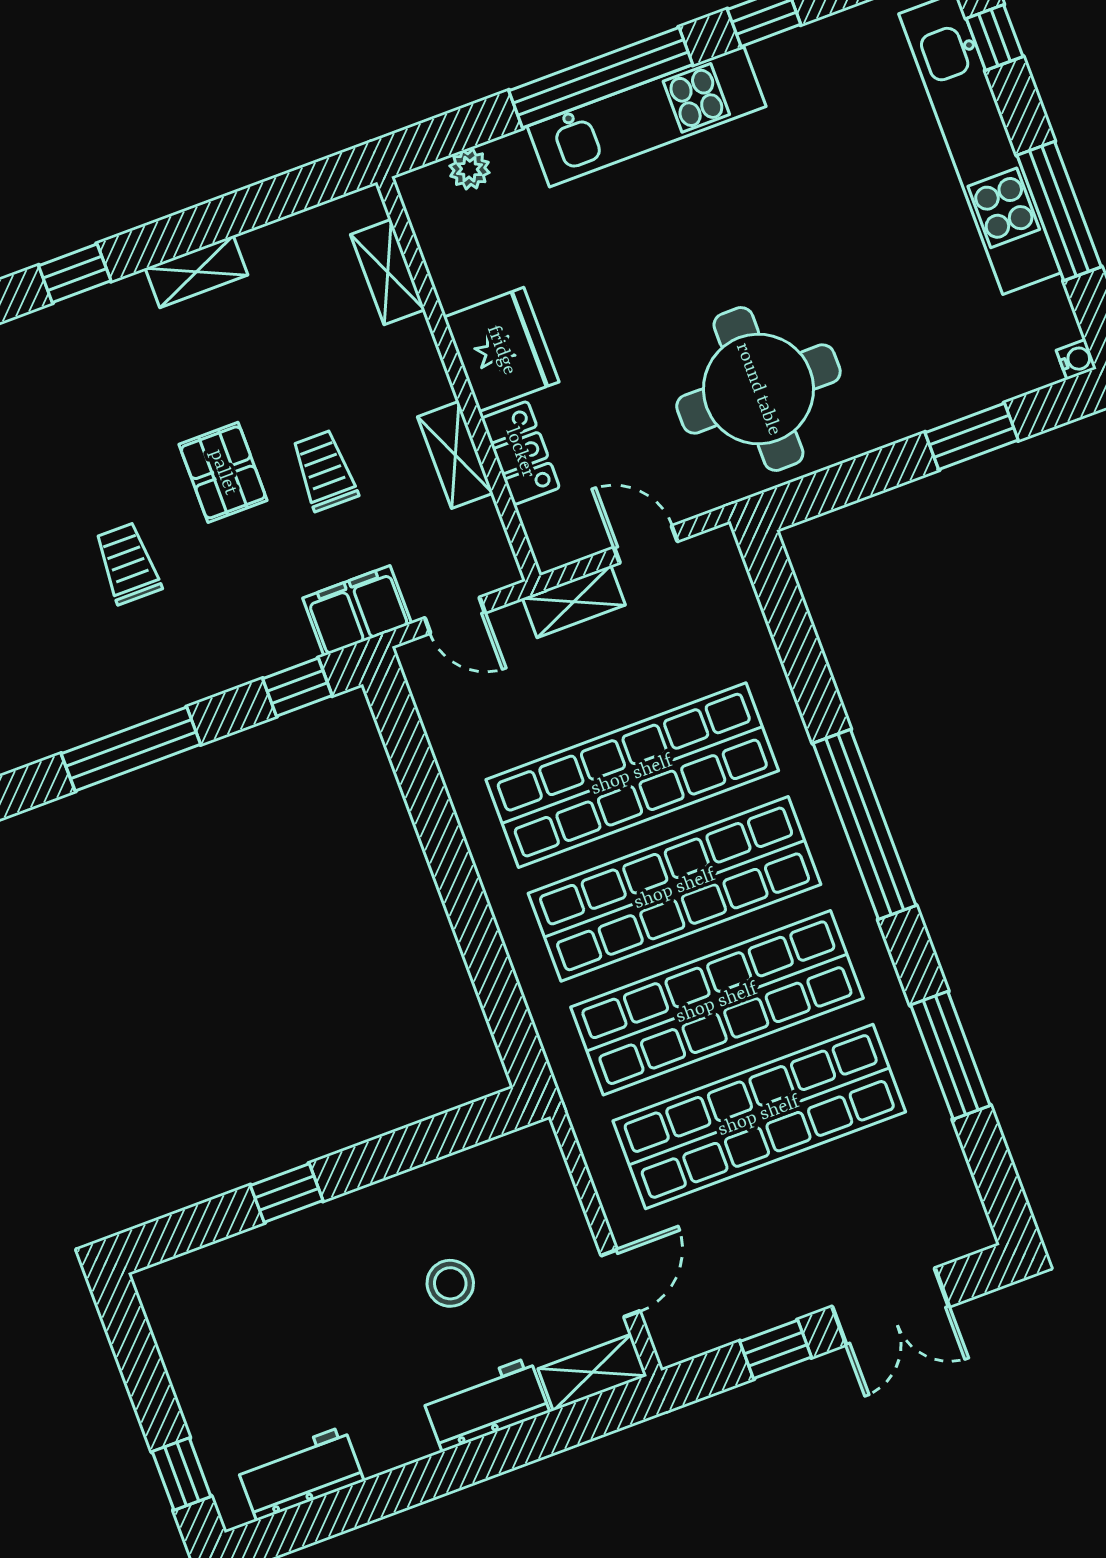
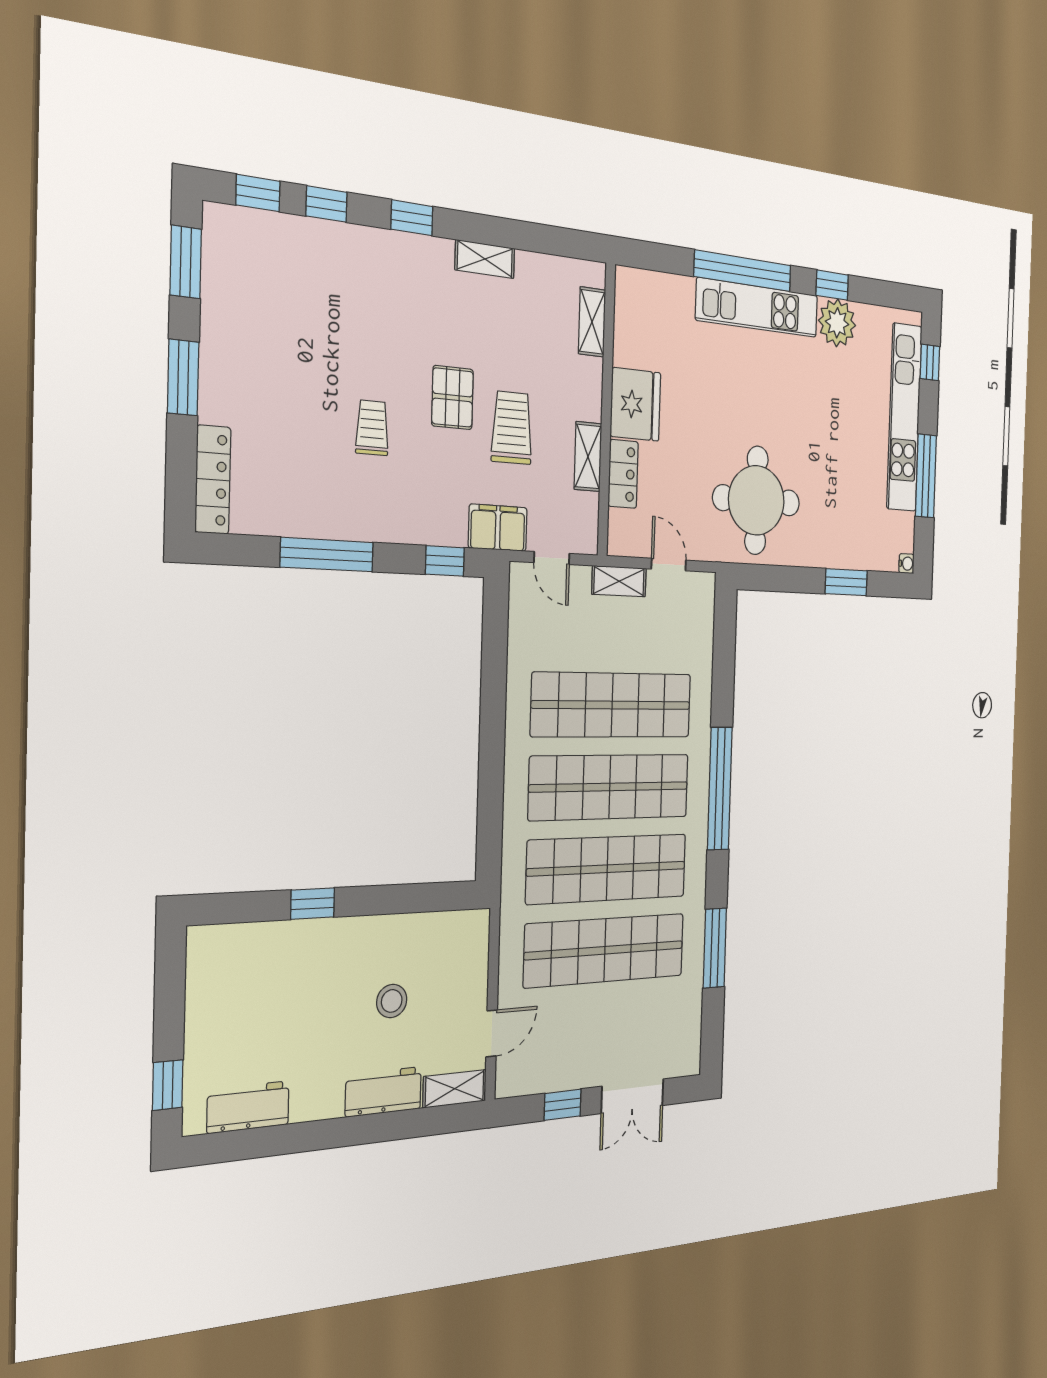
plant: (469, 169) -> (837, 323), moved, width x1.88, depth x1.88
trolley: (324, 471) -> (512, 428), width x1.36, depth x1.39

